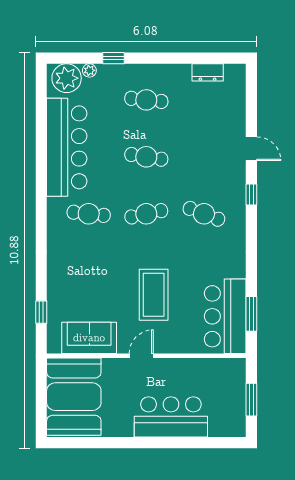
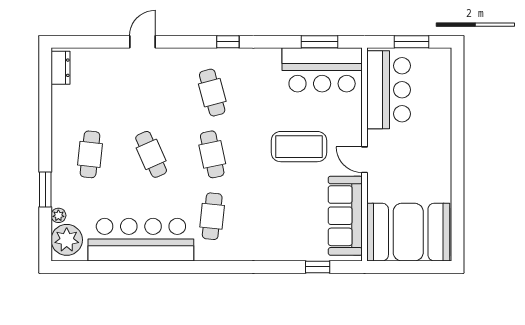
window: (114, 58) -> (45, 190), width x1.50
dresser: (208, 72) -> (60, 68), moved
cafe table: (146, 157) -> (151, 154), turned -33
window: (251, 194) -> (228, 42), moved
cafe table: (204, 214) -> (212, 93), turned -36
sofa: (89, 338) -> (345, 216), width x1.36
bar counter: (171, 417) -> (389, 90), moved, turned 180

